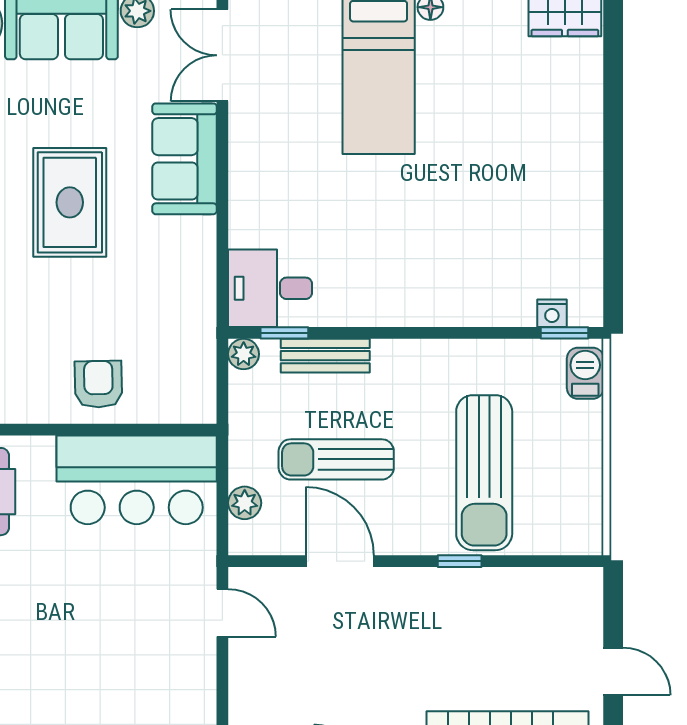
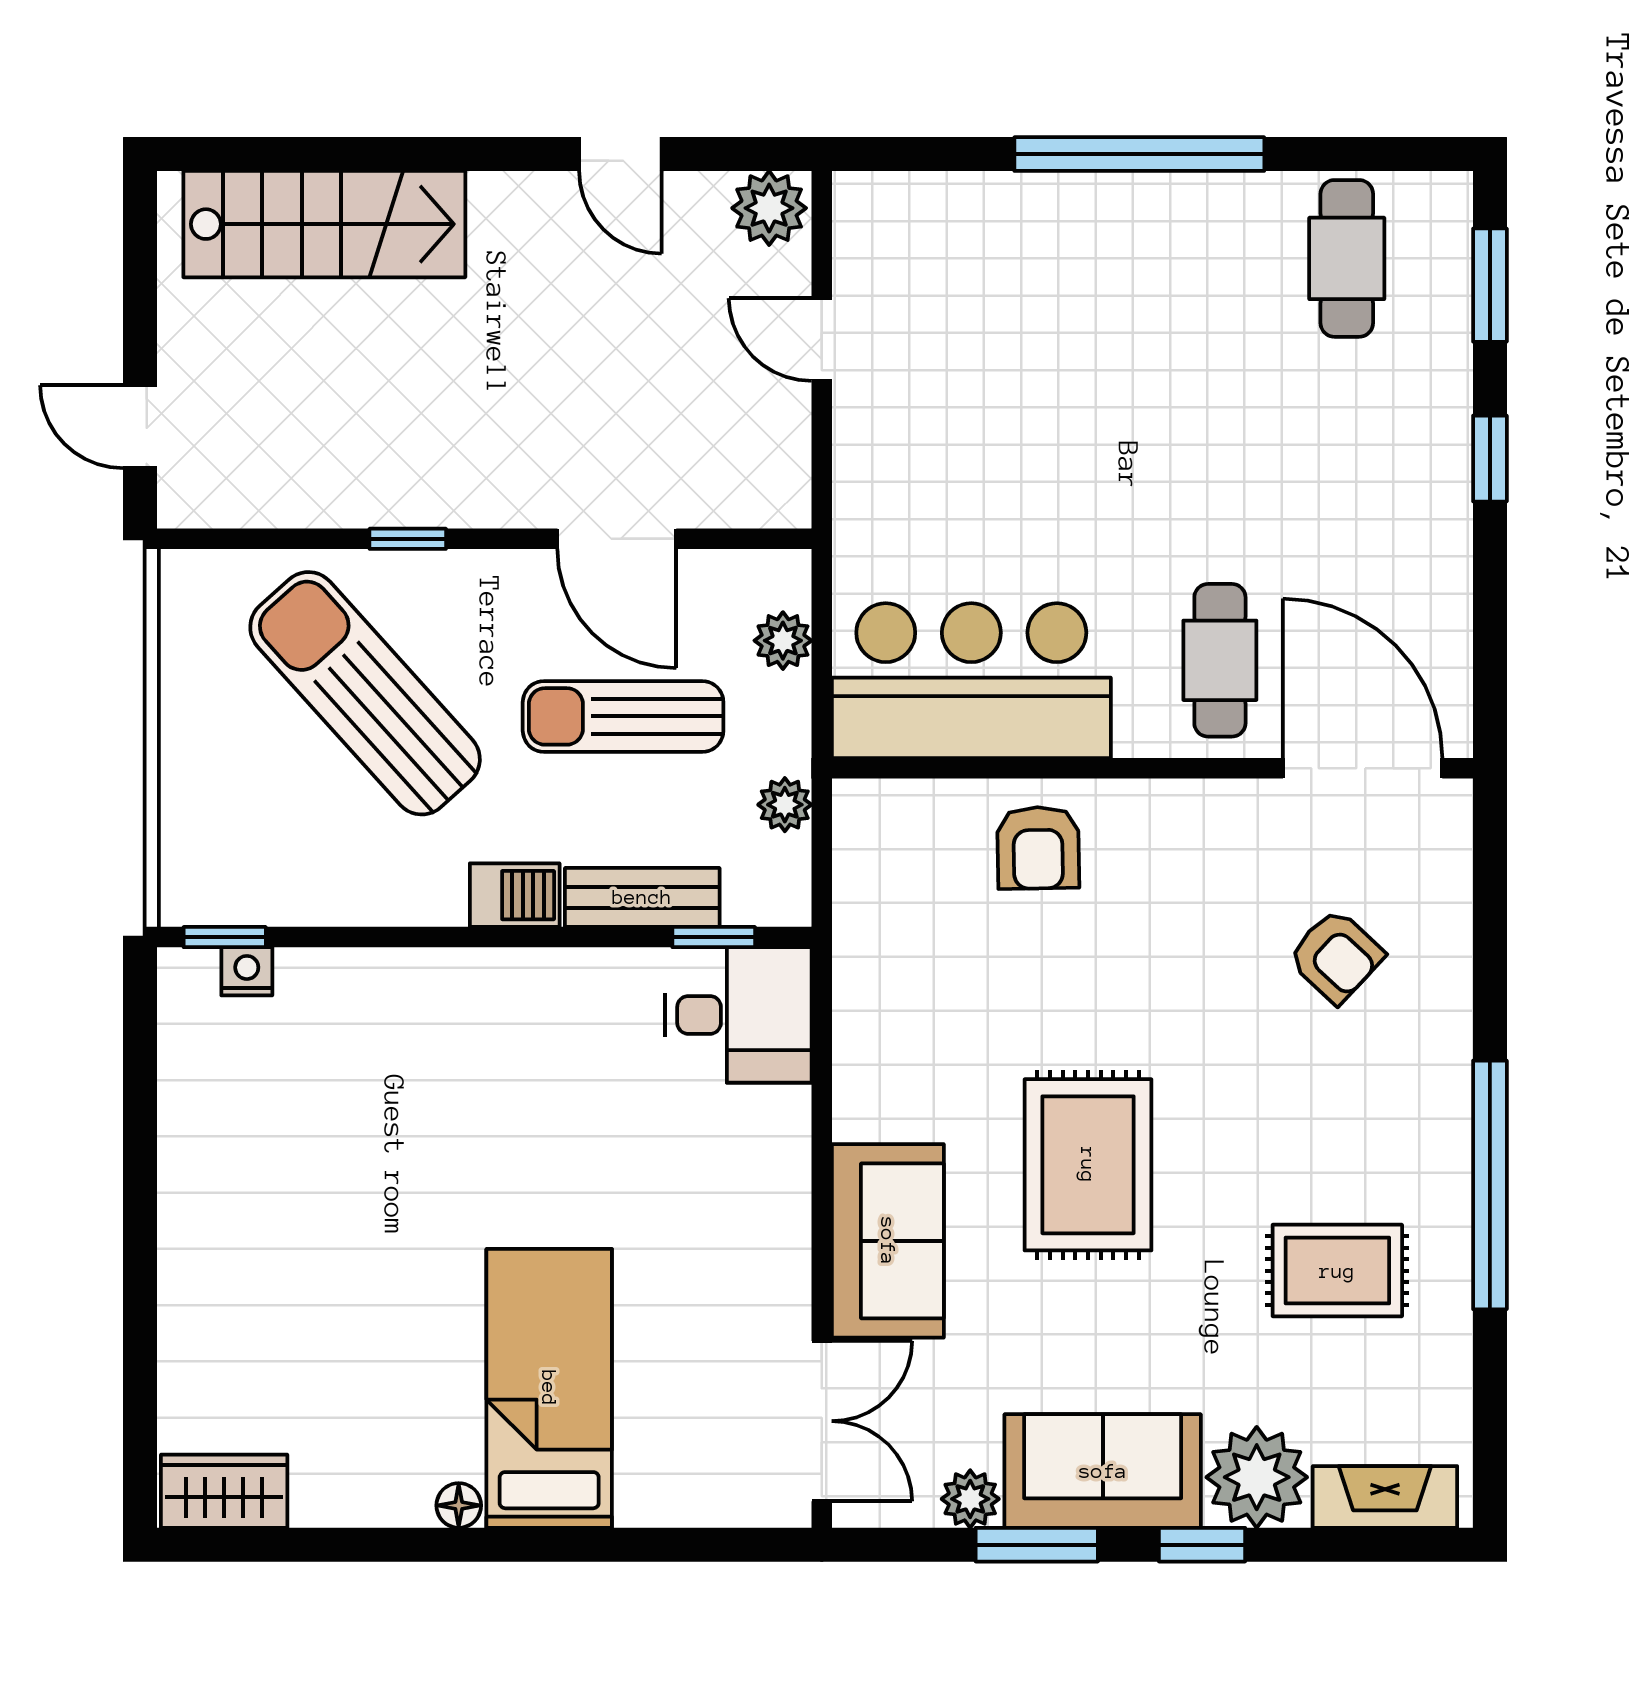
plant: (244, 354) -> (785, 805), moved
barbecue: (585, 373) -> (515, 895), moved, turned -90
sun lounger: (336, 459) -> (623, 716), turned 180
sun lounger: (484, 473) -> (365, 693), turned -42
door: (222, 613) -> (822, 339), moved
door: (613, 671) -> (140, 427), moved

